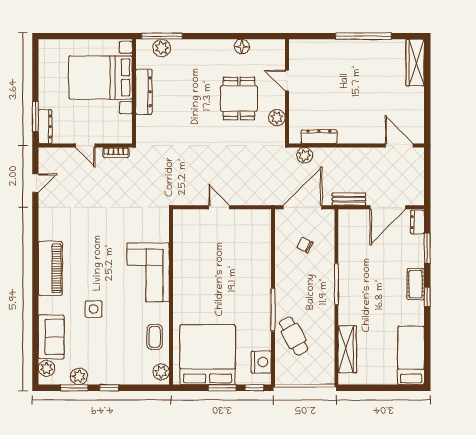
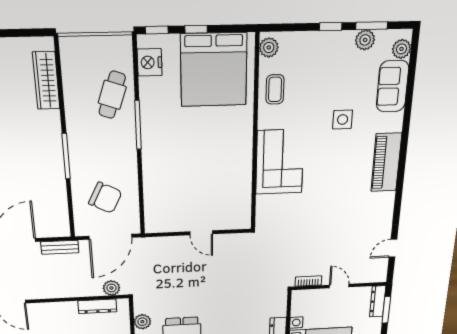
chair: (305, 245) -> (105, 198), width x1.87, depth x1.87
cafe table: (294, 336) -> (112, 95), turned 47
window: (222, 388) -> (196, 29), width x0.67

